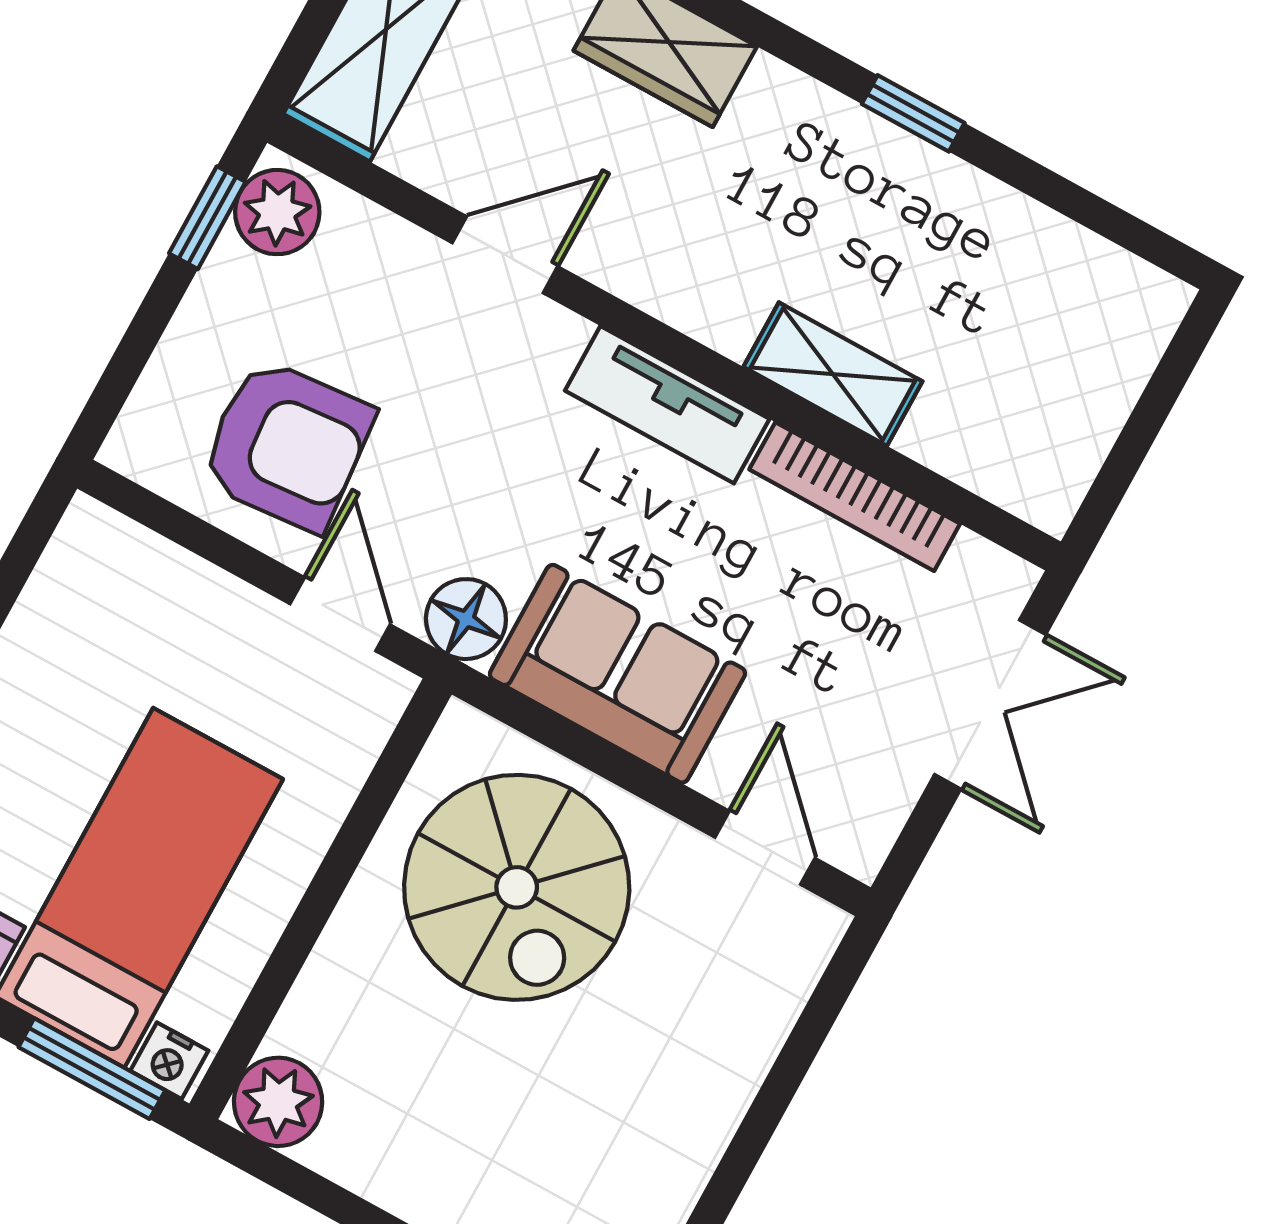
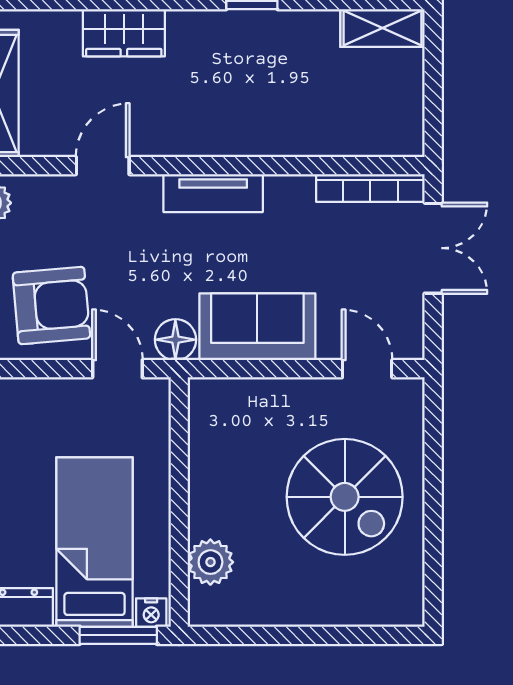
shelving: (833, 374) -> (383, 28), moved
bookcase: (855, 497) -> (370, 188), moved
spiral stairs: (517, 887) -> (345, 497), moved
plant: (278, 1102) -> (210, 562), moved

